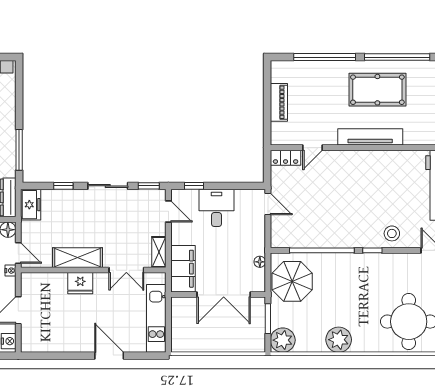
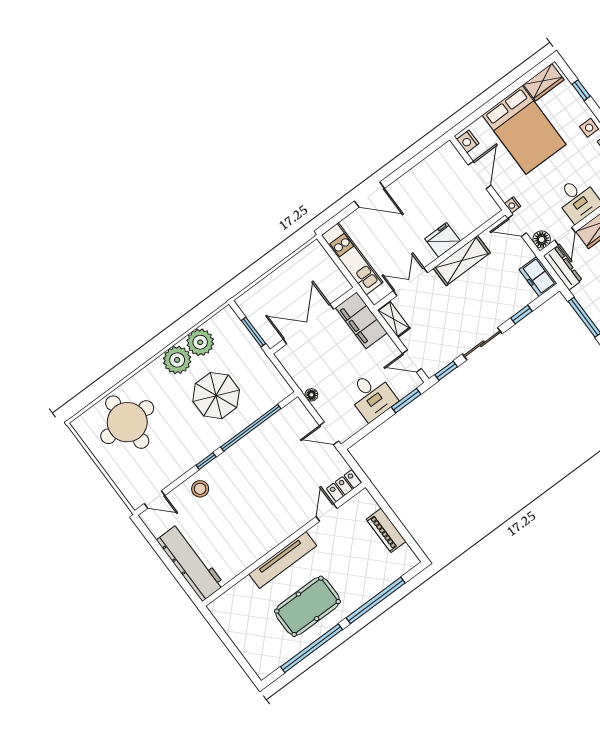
window: (194, 186) -> (406, 401), width x1.50
floor lamp: (260, 262) -> (311, 395), moved
parasol: (292, 281) -> (216, 396), moved
plant: (283, 340) -> (200, 342), moved

